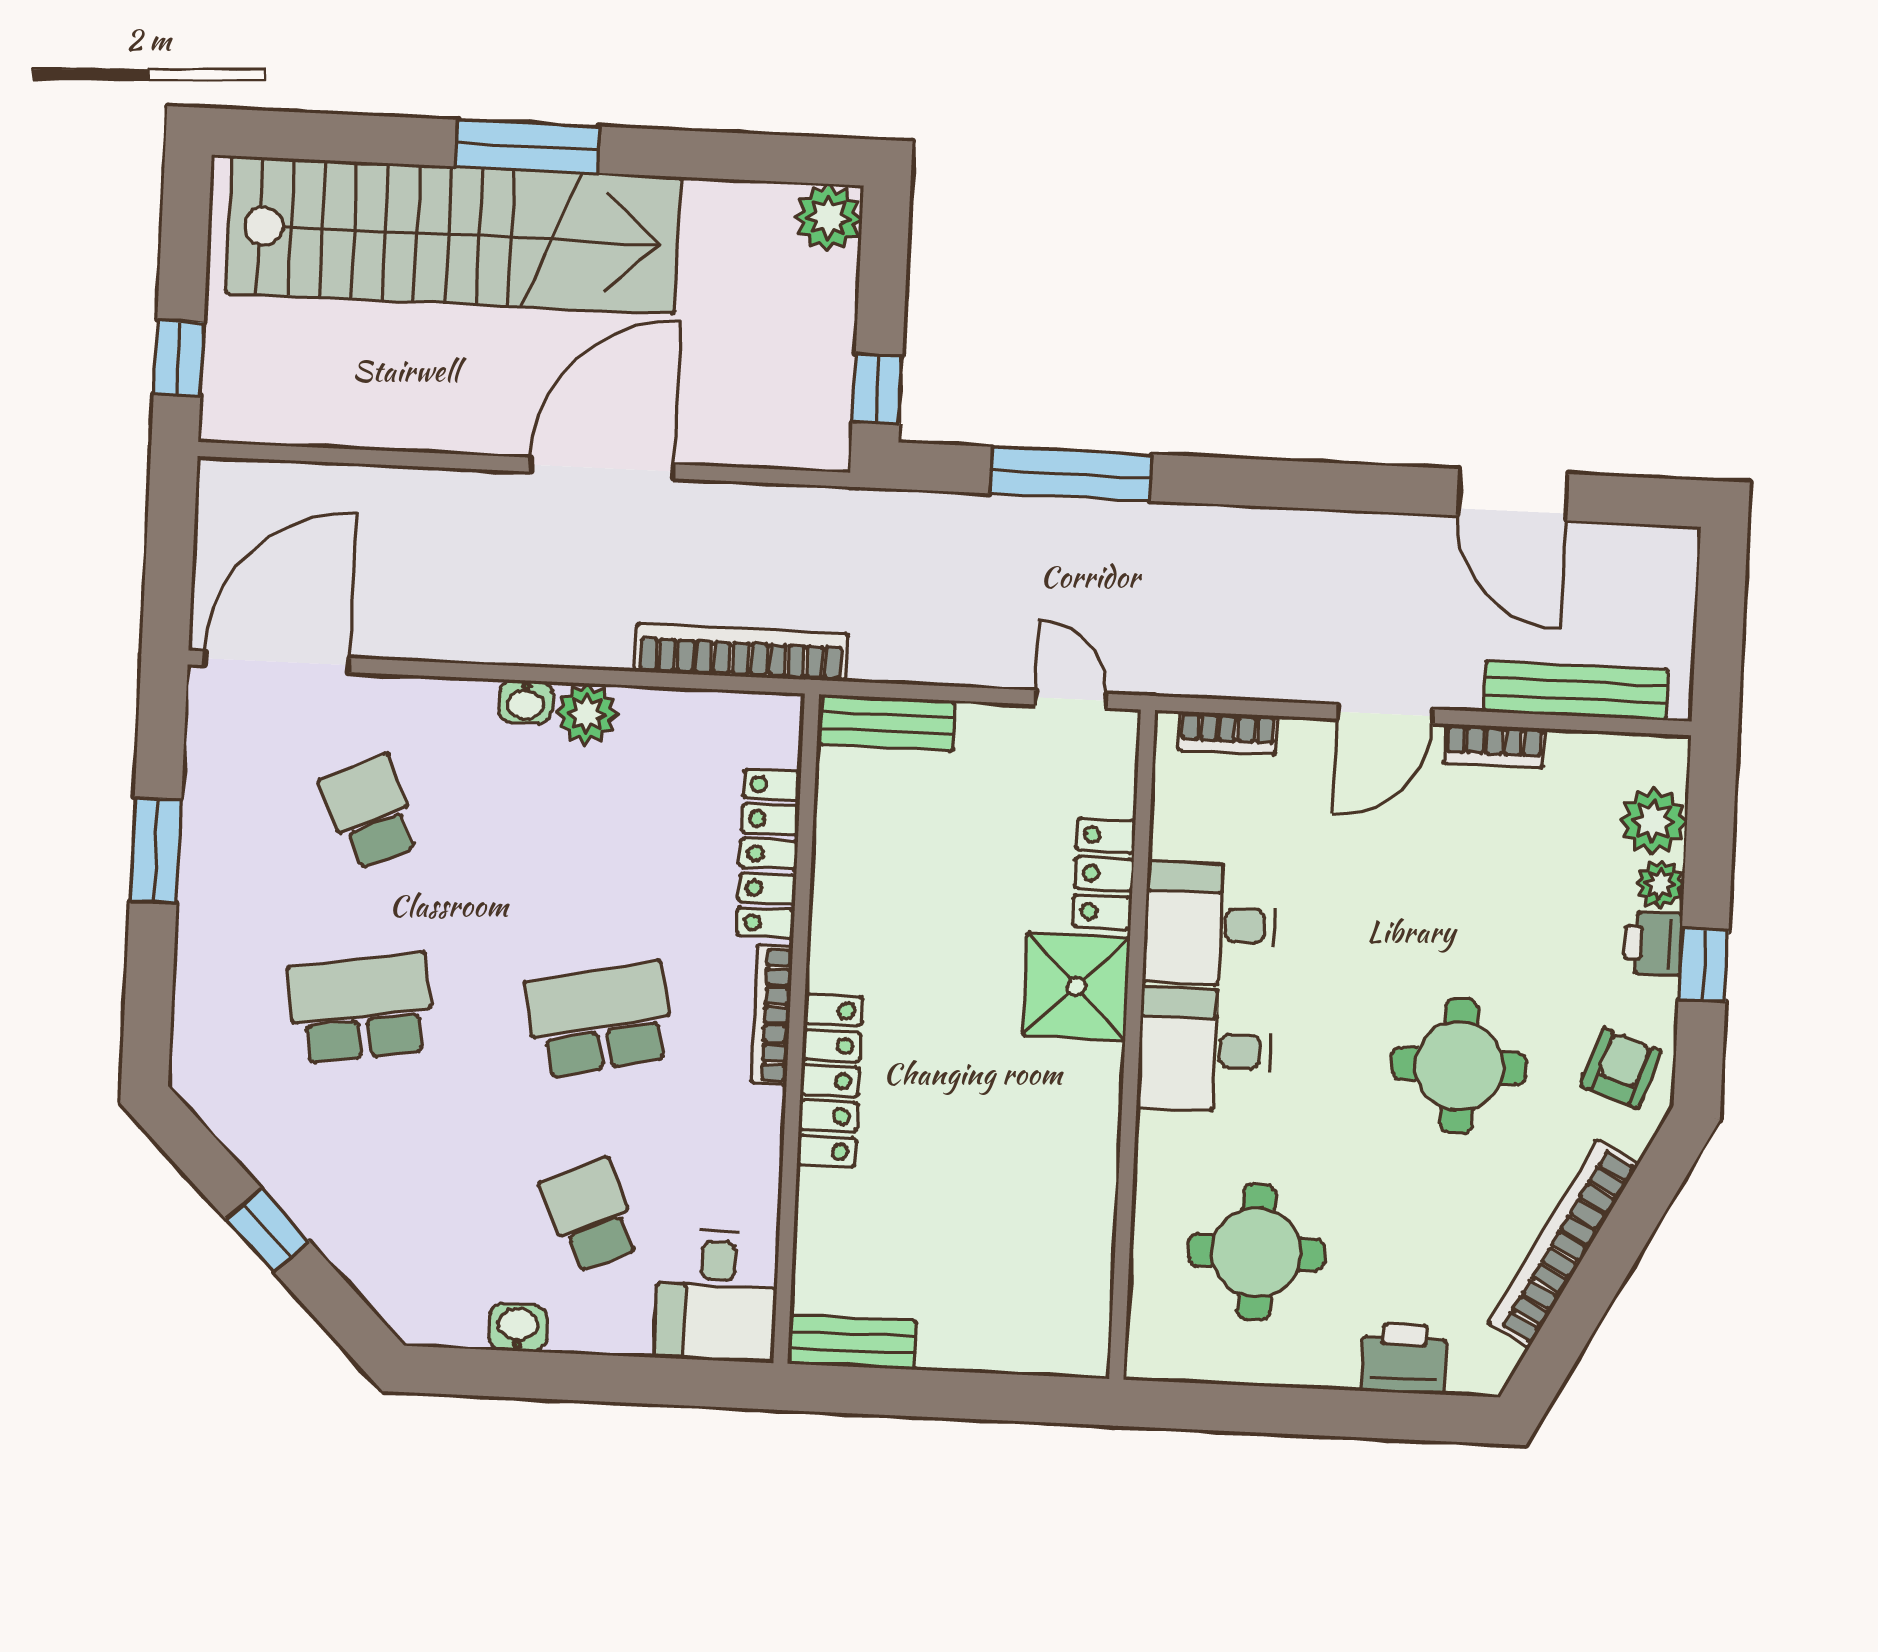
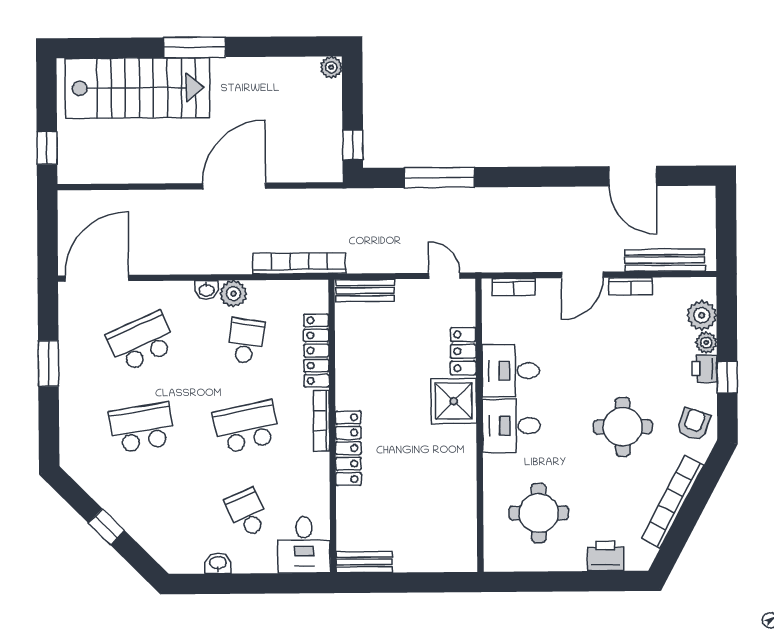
plant: (828, 218) -> (331, 67), width x0.73, depth x0.73
stairs: (453, 235) -> (137, 88), width x0.73
school desk: (370, 812) -> (141, 342), width x1.85
school desk: (609, 823) -> (246, 341), added

